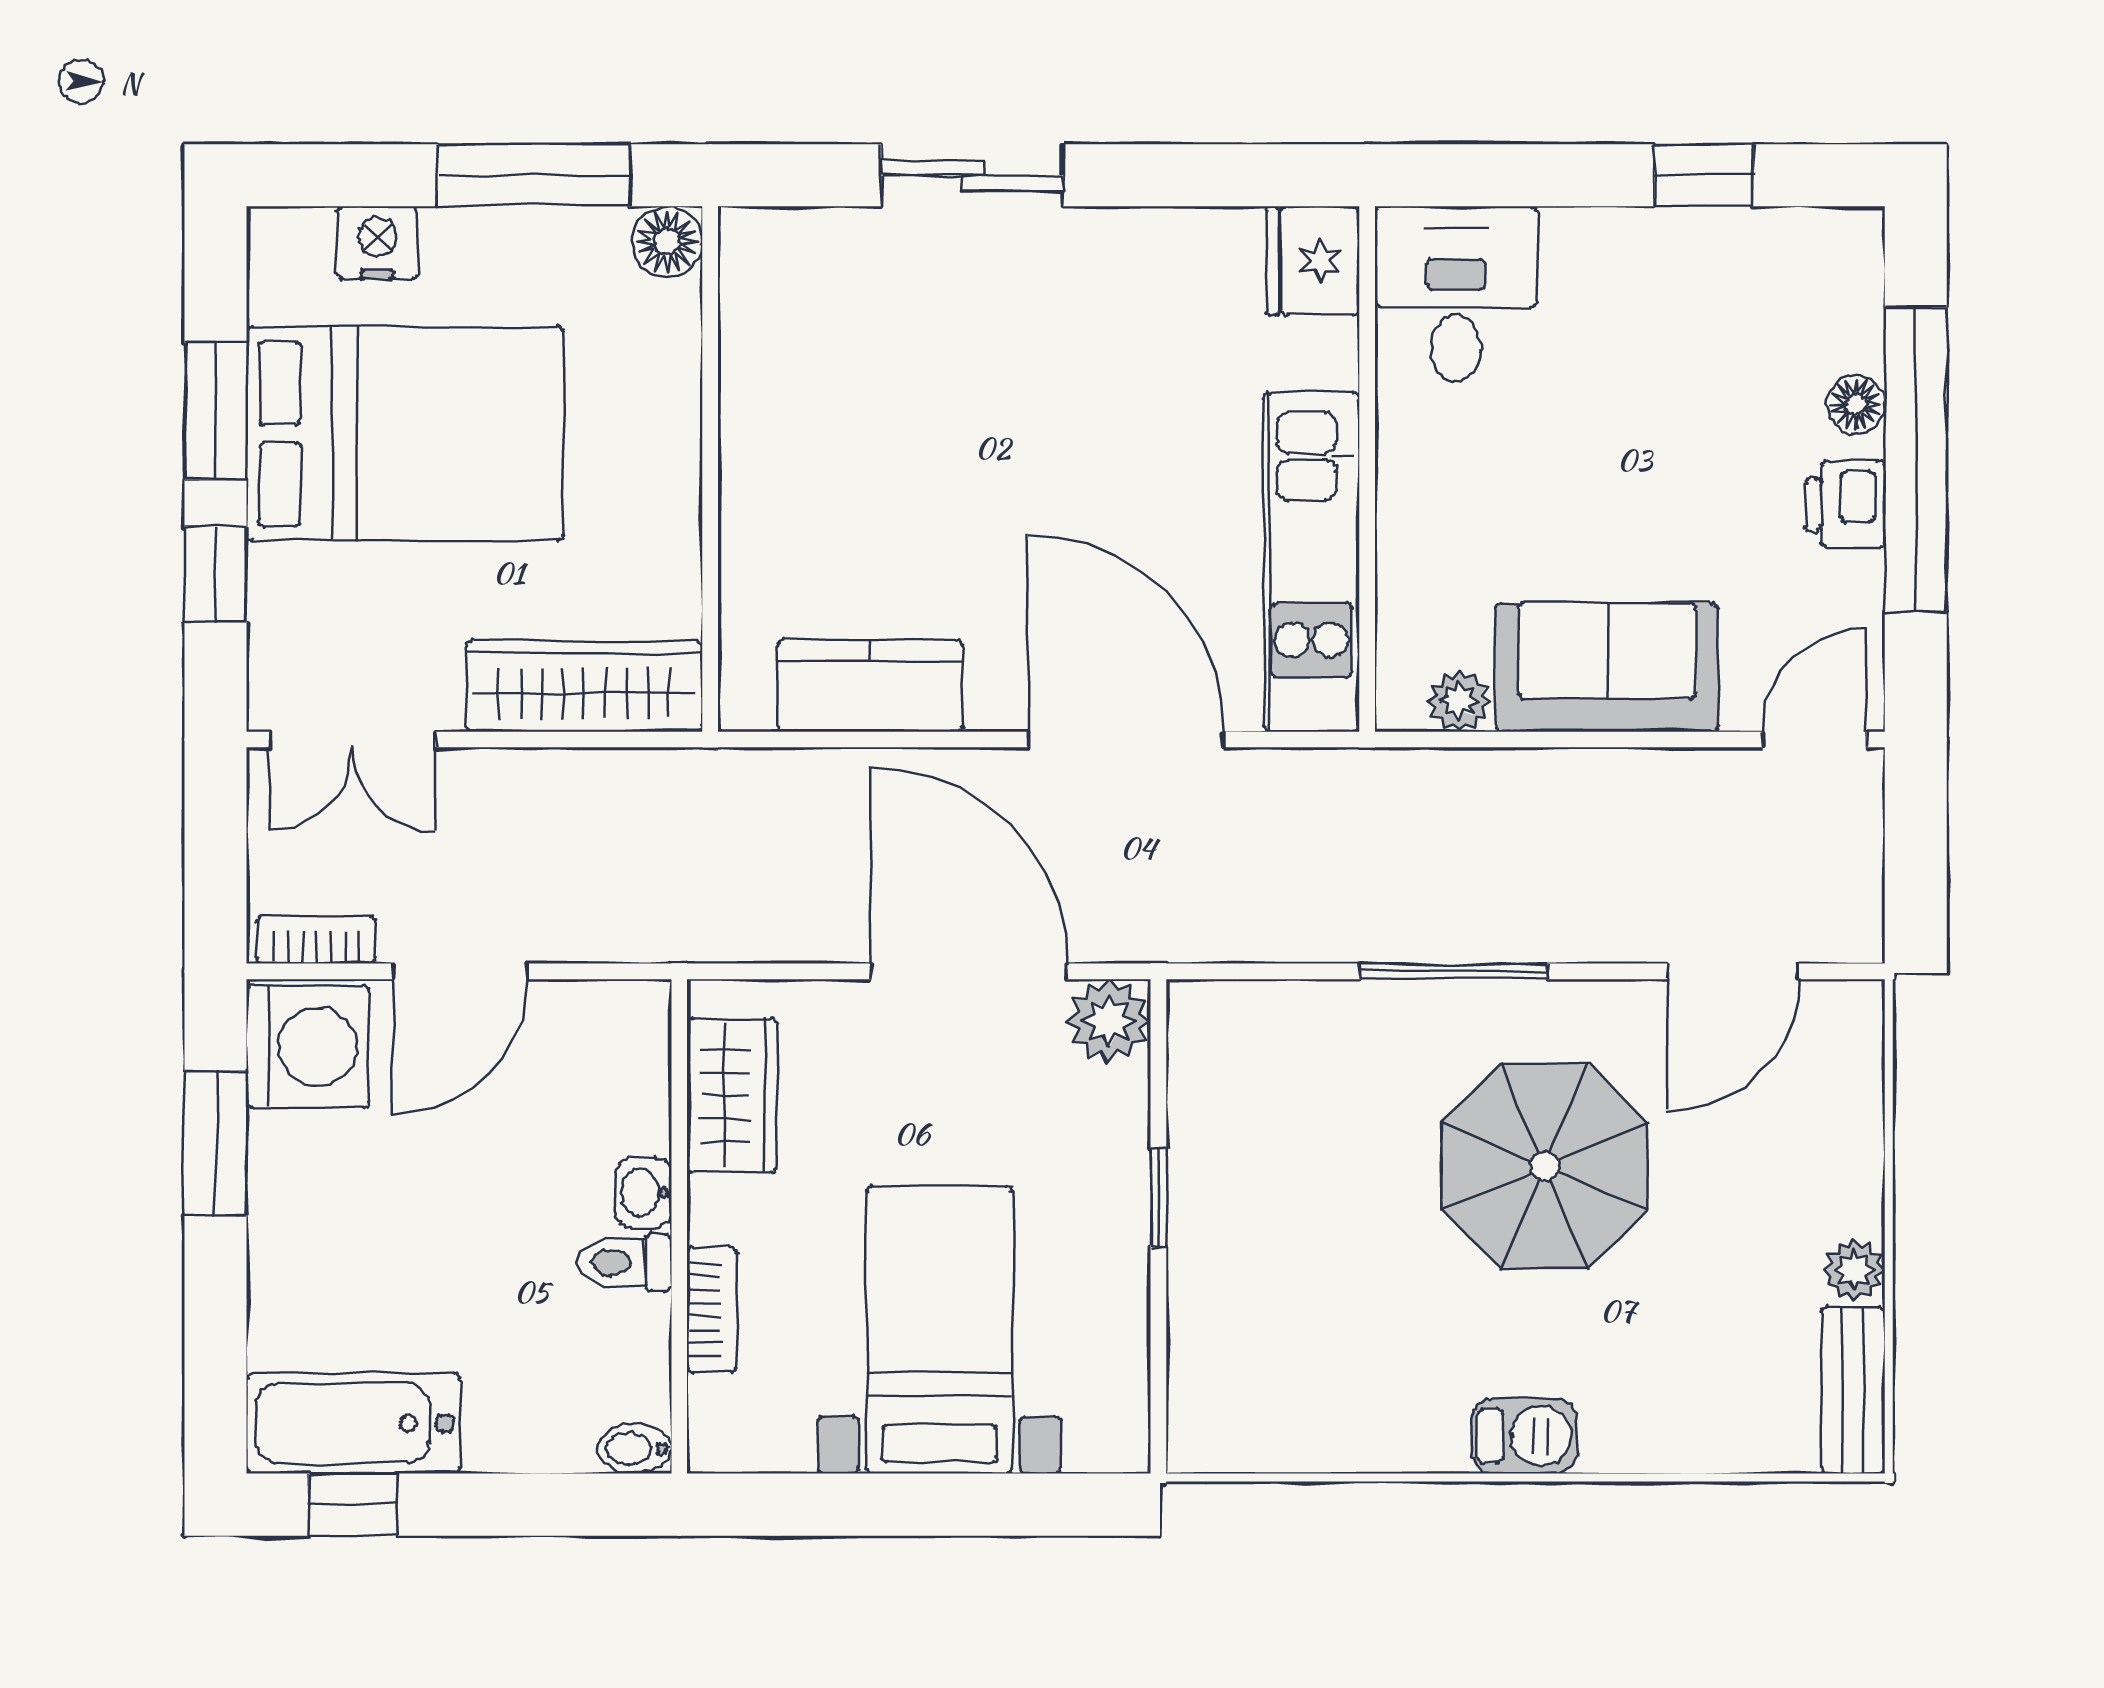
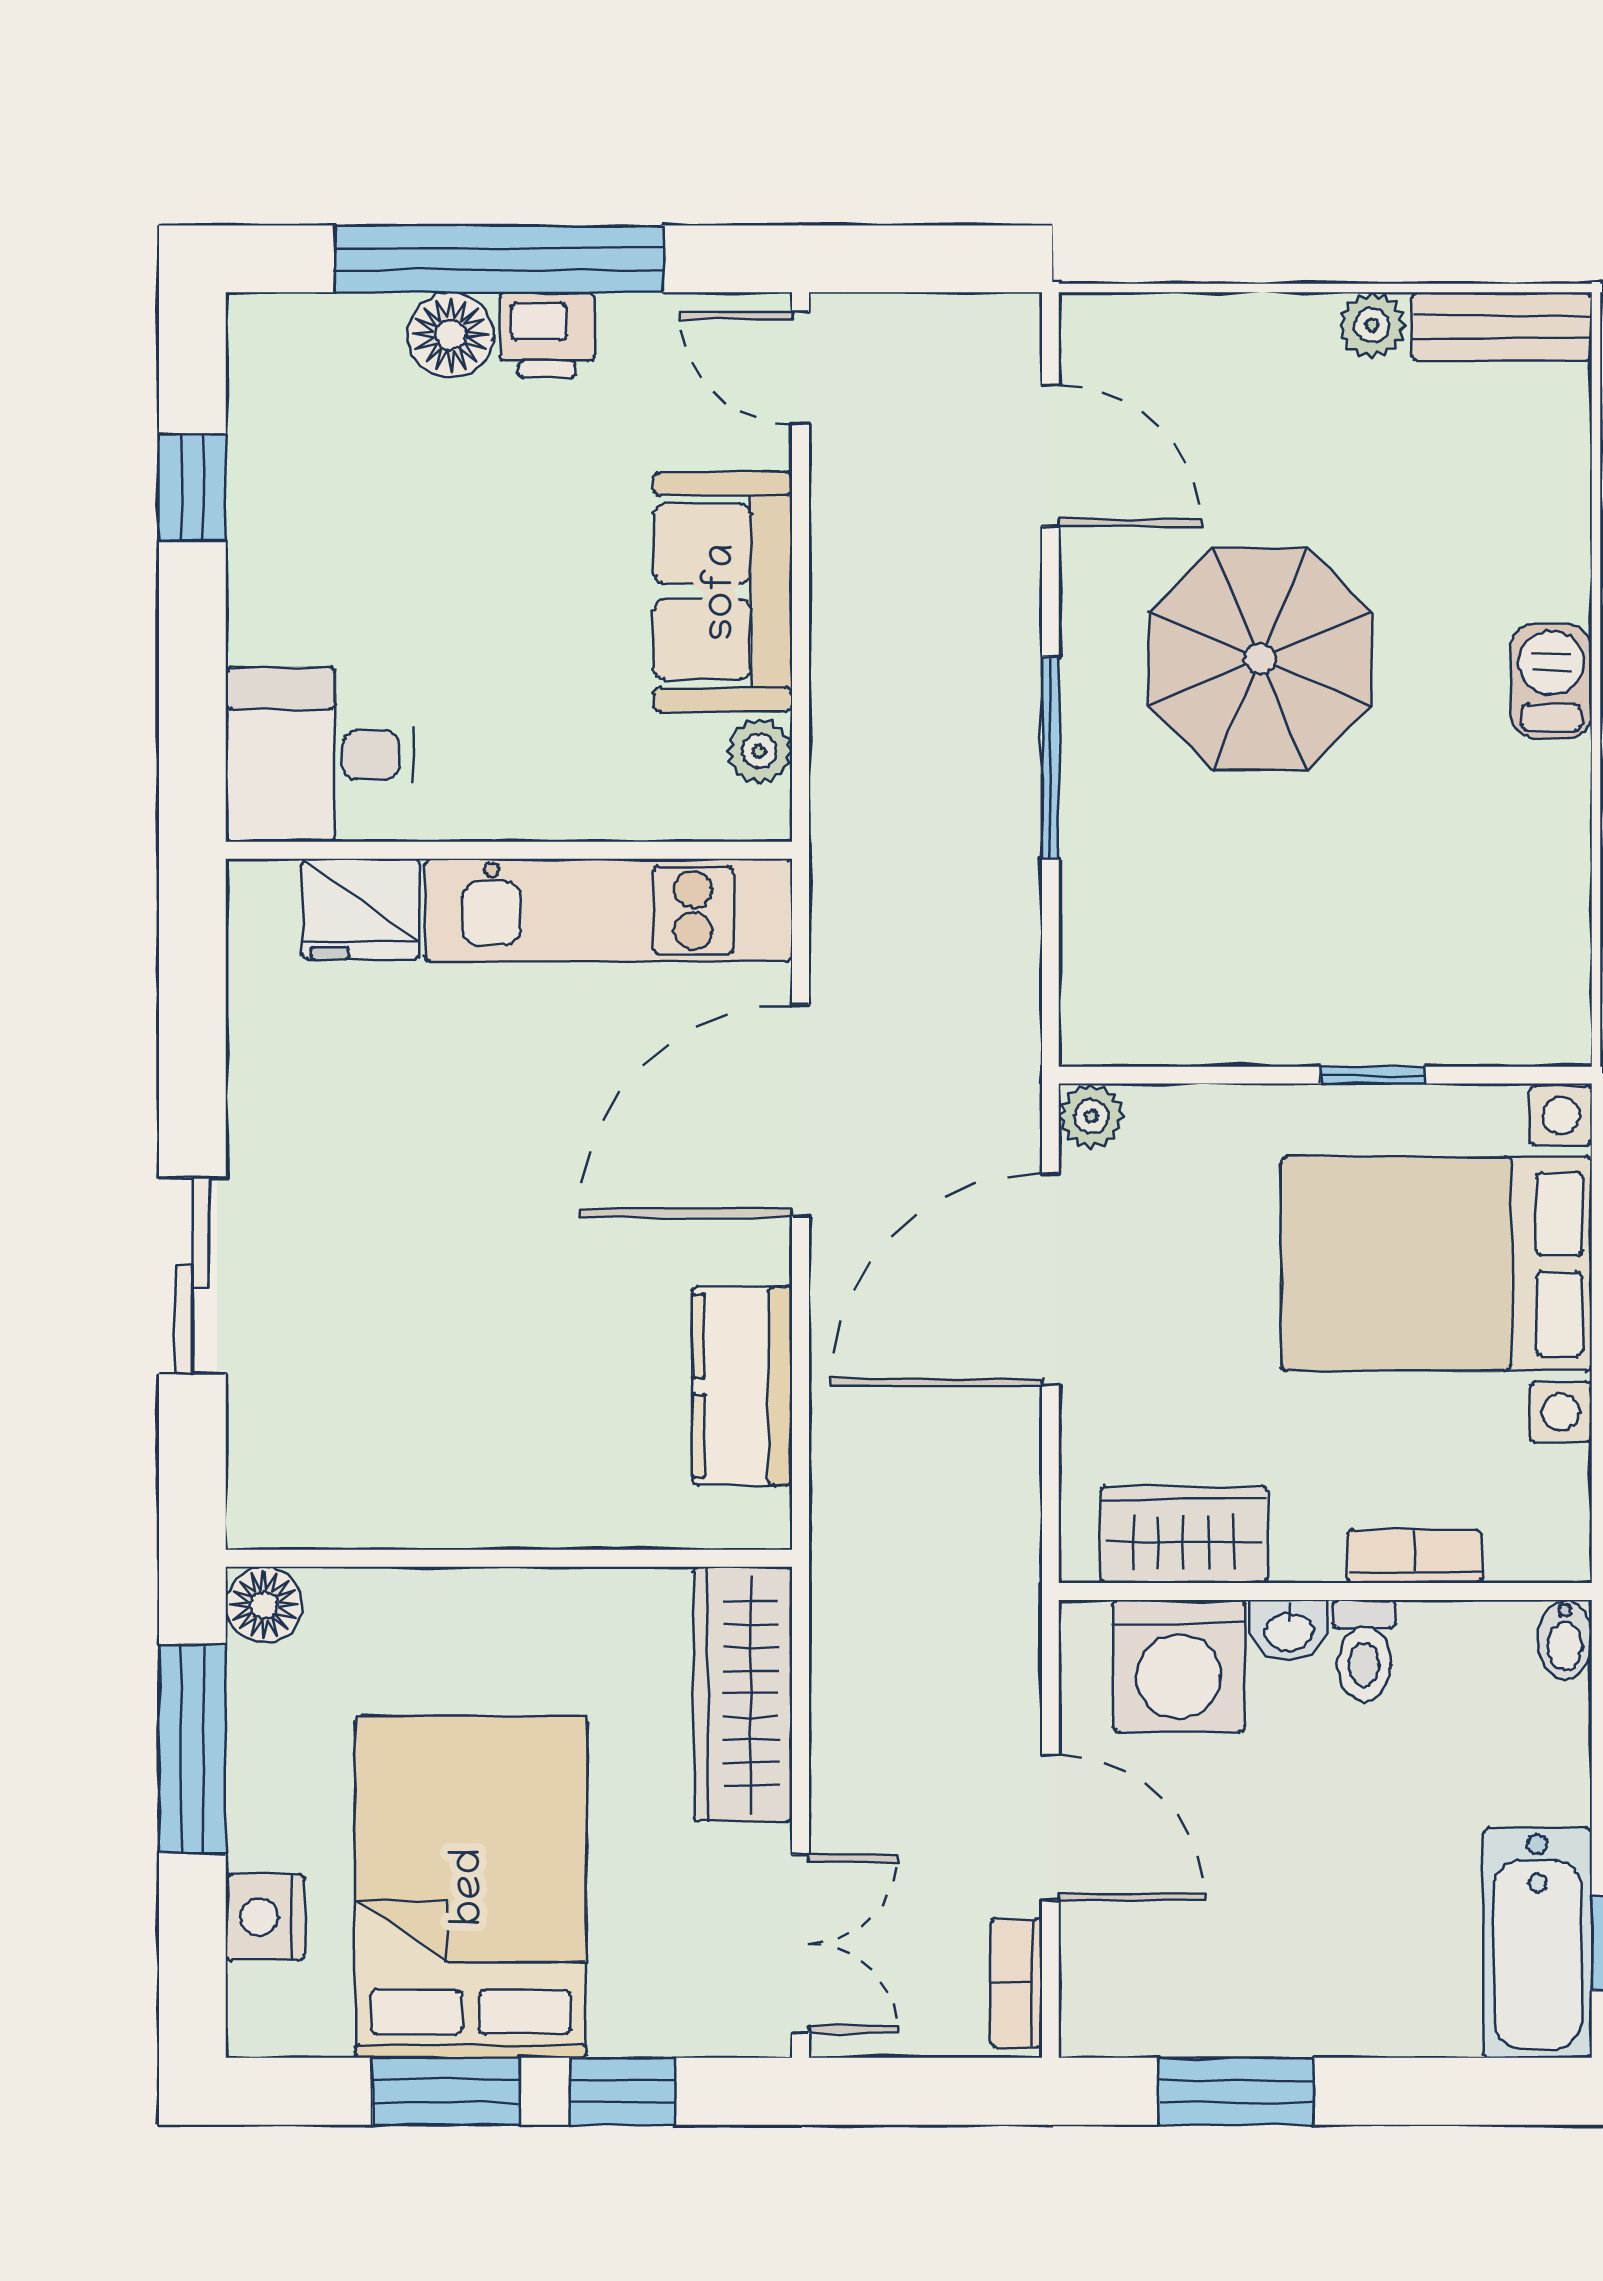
fridge: (1313, 261) -> (360, 909), moved
floor lamp: (1856, 404) -> (451, 335), width x1.37, depth x1.37
plant: (1109, 1021) -> (1091, 1116), width x0.73, depth x0.73
washing machine: (308, 1047) -> (1179, 1666), moved, turned 180
window: (1158, 1198) -> (1373, 1075), moved
bed with nightstands: (939, 1330) -> (1437, 1264), width x1.36

